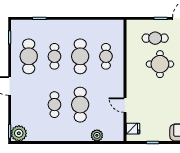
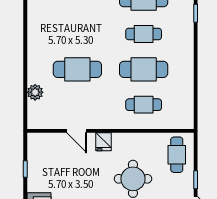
cafe table: (155, 38) -> (177, 155), moved
cafe table: (54, 105) -> (77, 34), removed
door: (125, 105) -> (77, 131), swing flipped
fridge: (133, 129) -> (103, 142), moved

